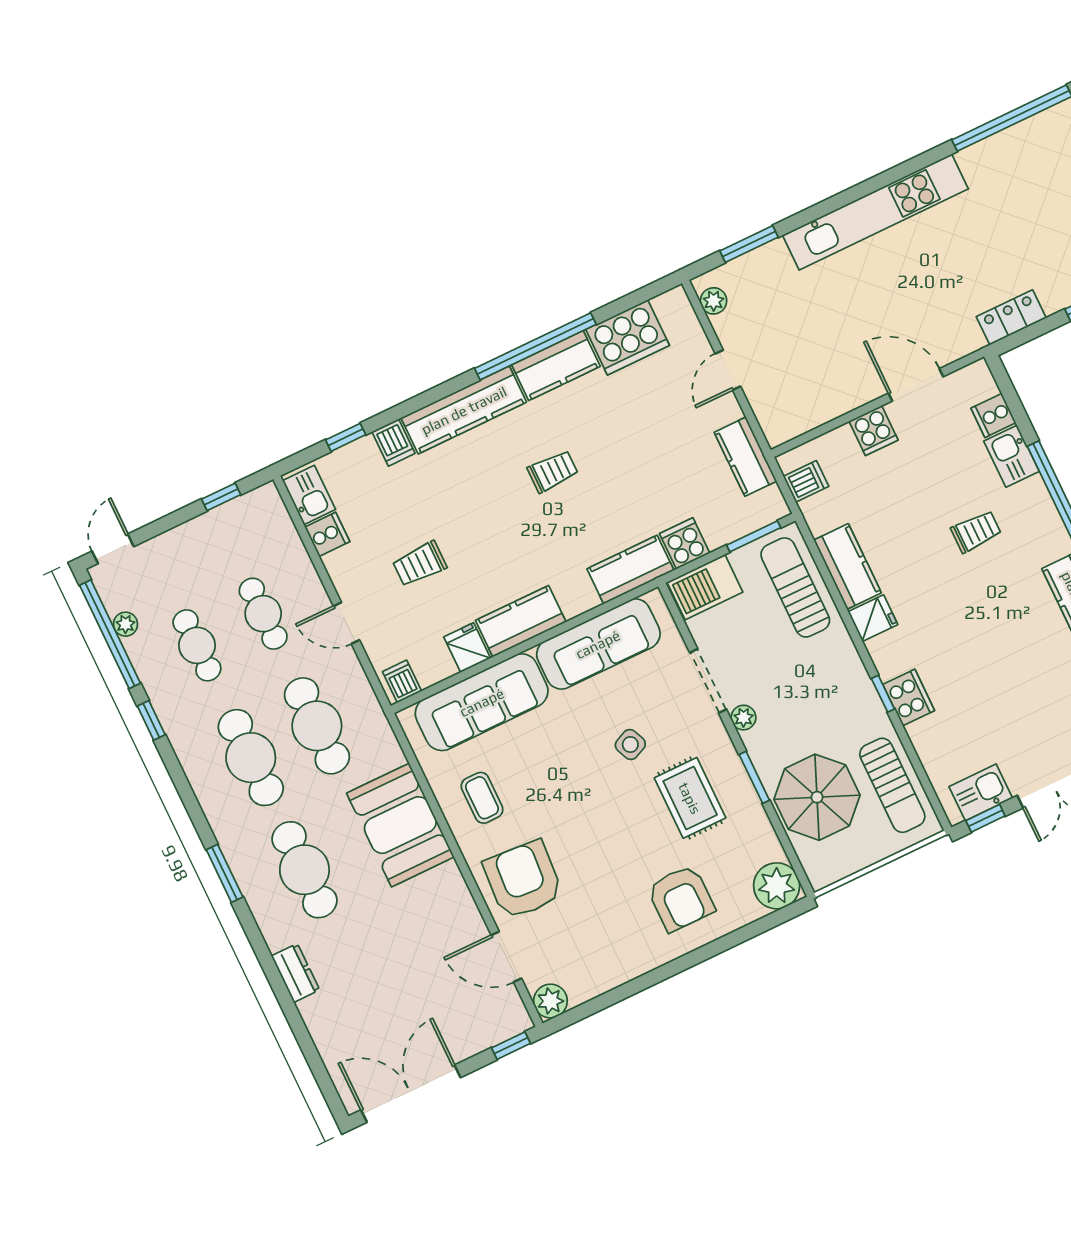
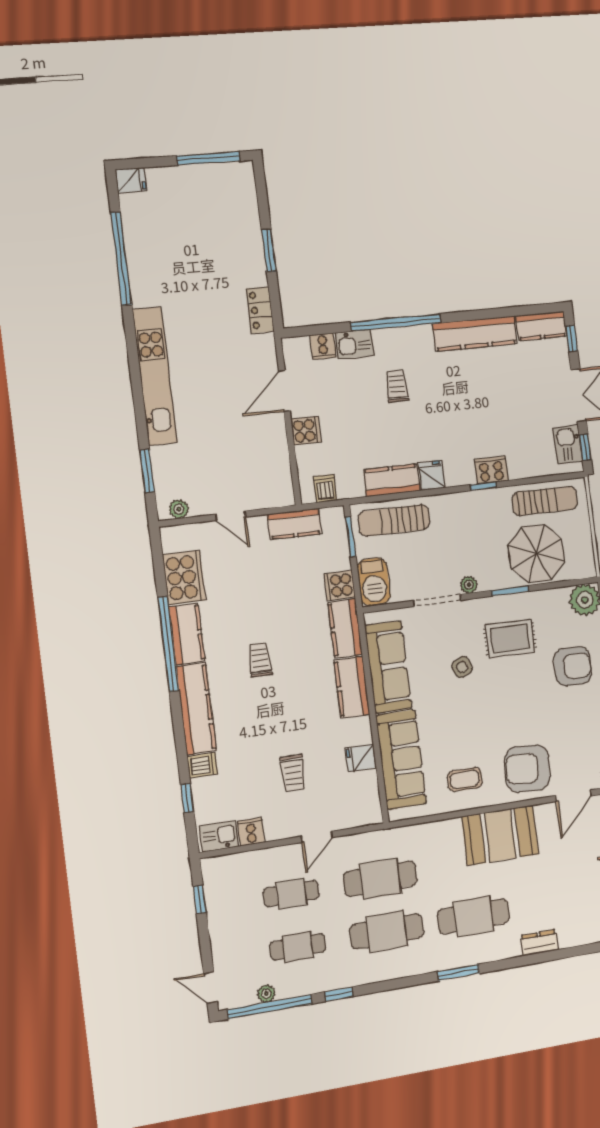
kitchen counter: (521, 621) -> (352, 687), moved
dishwasher: (402, 681) -> (369, 810), removed
booth: (400, 825) -> (500, 835), moved

